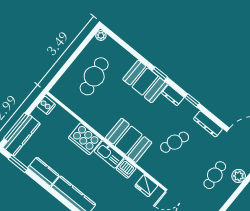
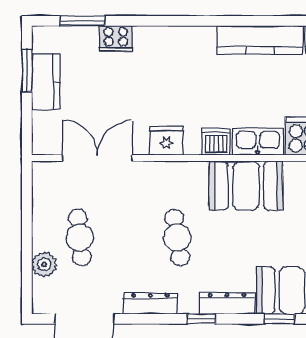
dresser: (173, 95) -> (227, 303), width x1.44
cafe table: (175, 142) -> (177, 238), turned -30

